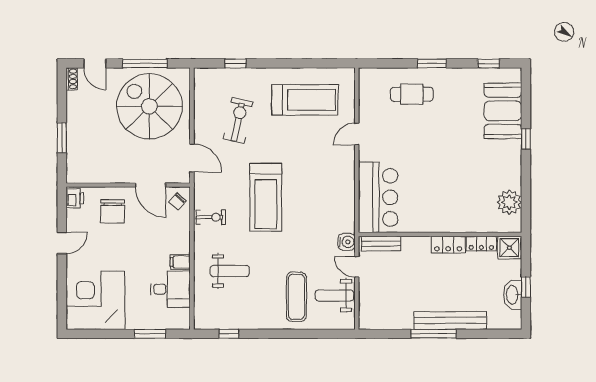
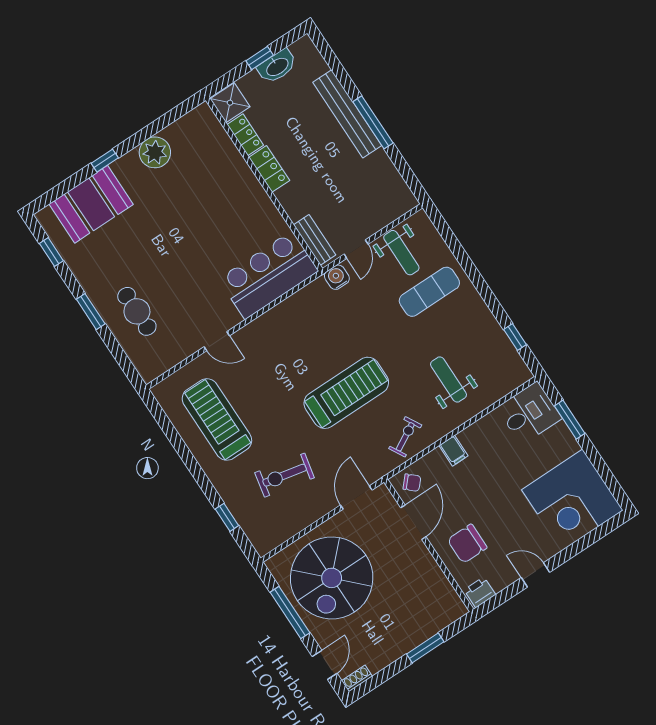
plant: (509, 202) -> (155, 152), moved
chair: (113, 211) -> (467, 544), turned 180
exercise bike: (211, 217) -> (405, 437), turned 61
filing cabinet: (180, 262) -> (453, 451), moved
desk: (171, 289) -> (529, 413), moved, turned 90

